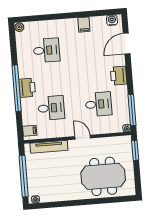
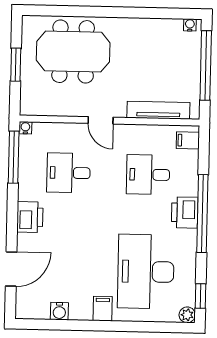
water cooler: (112, 20) -> (59, 311), moved
filing cabinet: (84, 25) -> (103, 309), moved
window: (13, 39) -> (200, 296), added
desk: (47, 50) -> (146, 272), width x1.87, depth x1.30
window: (135, 150) -> (16, 65), moved

